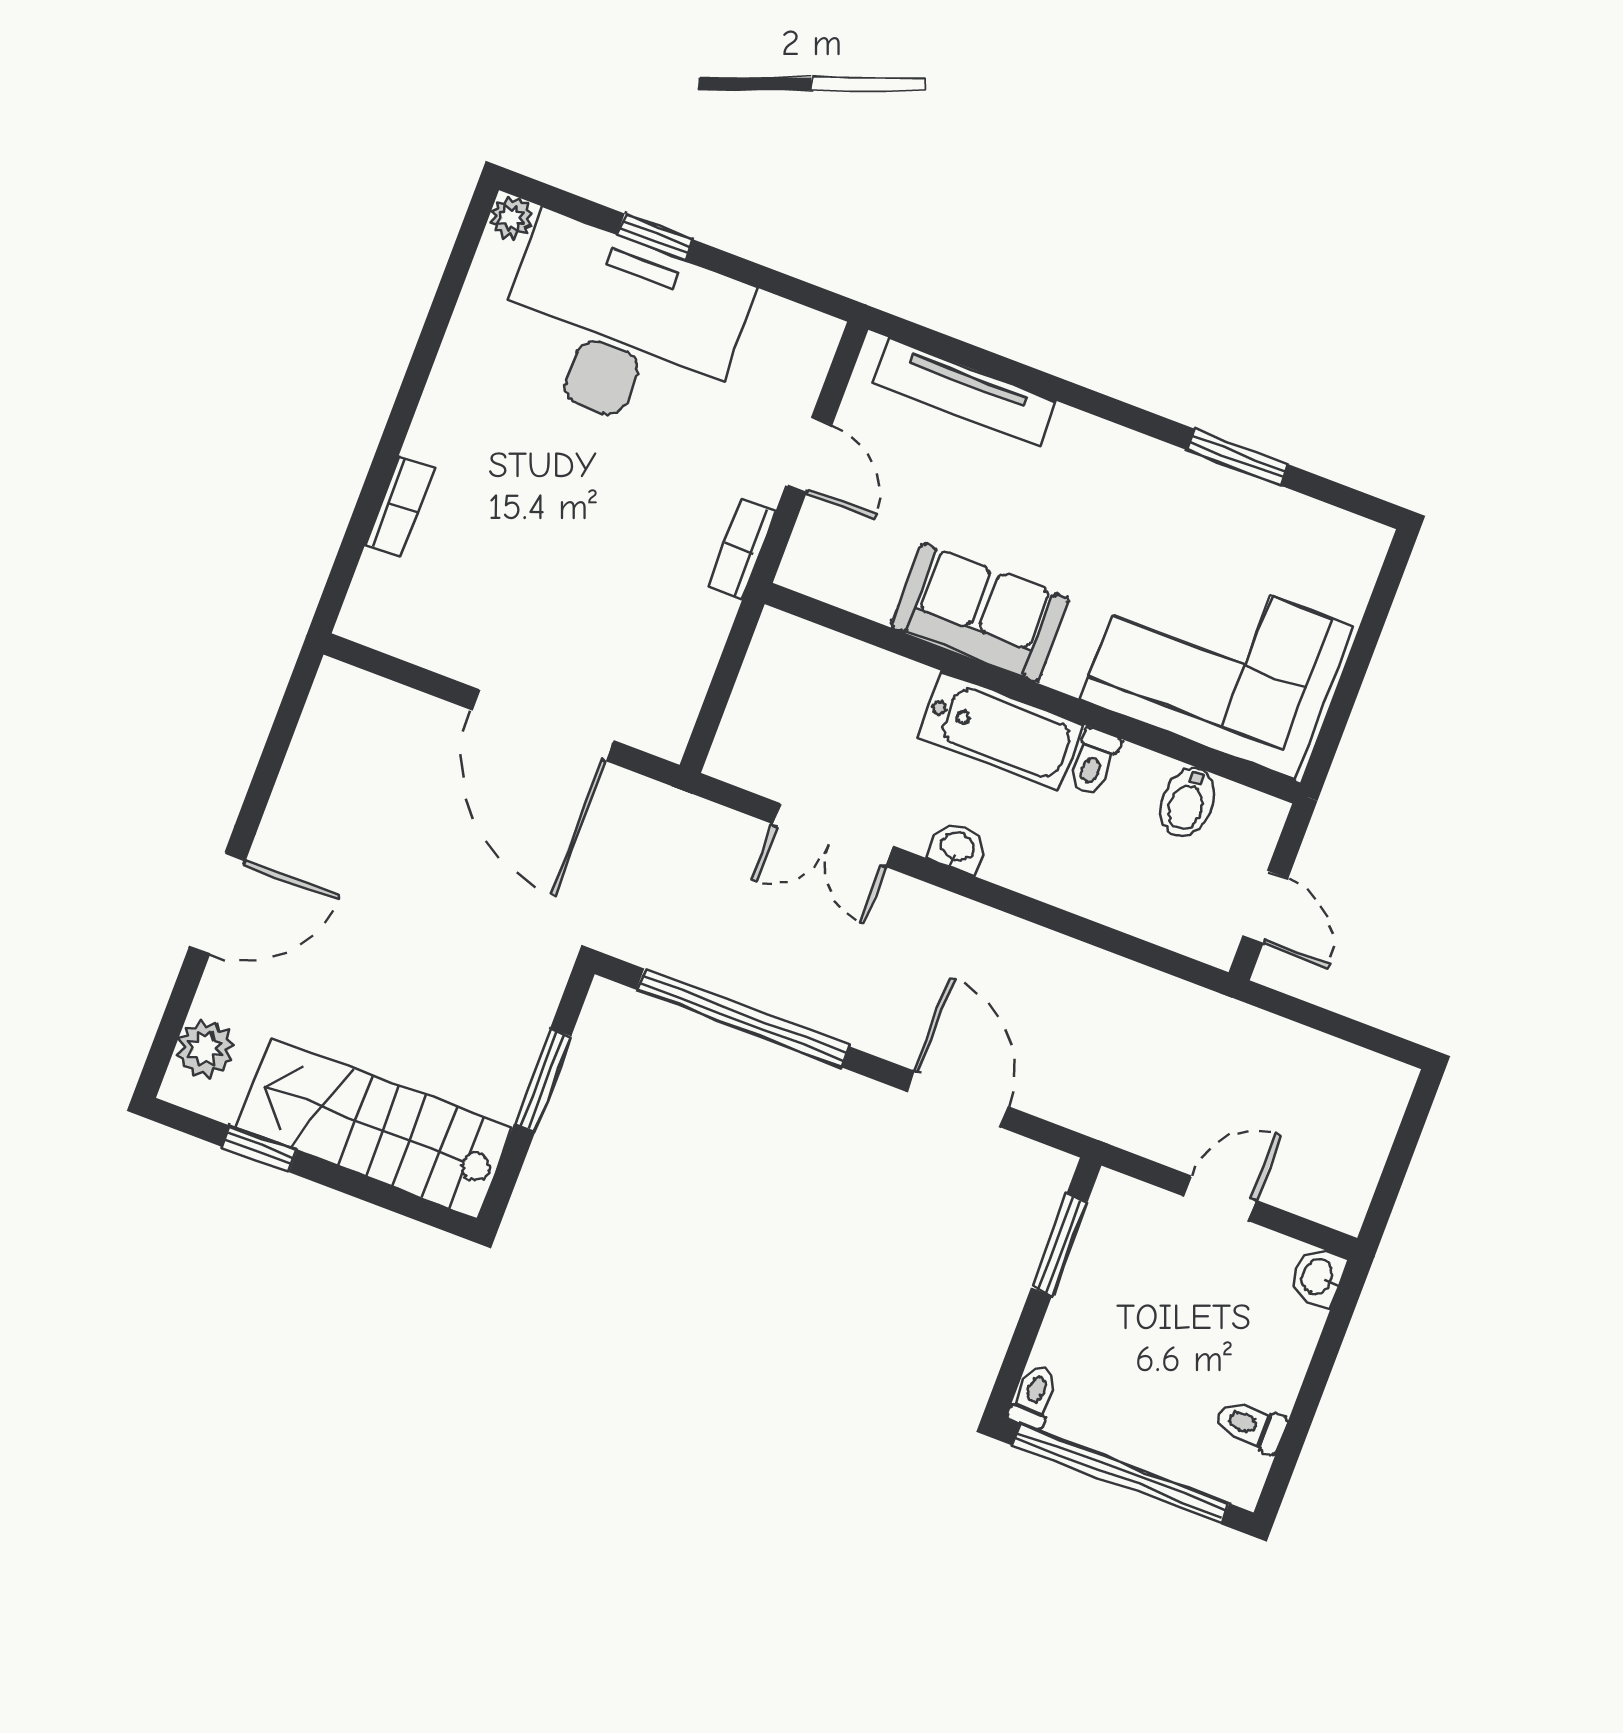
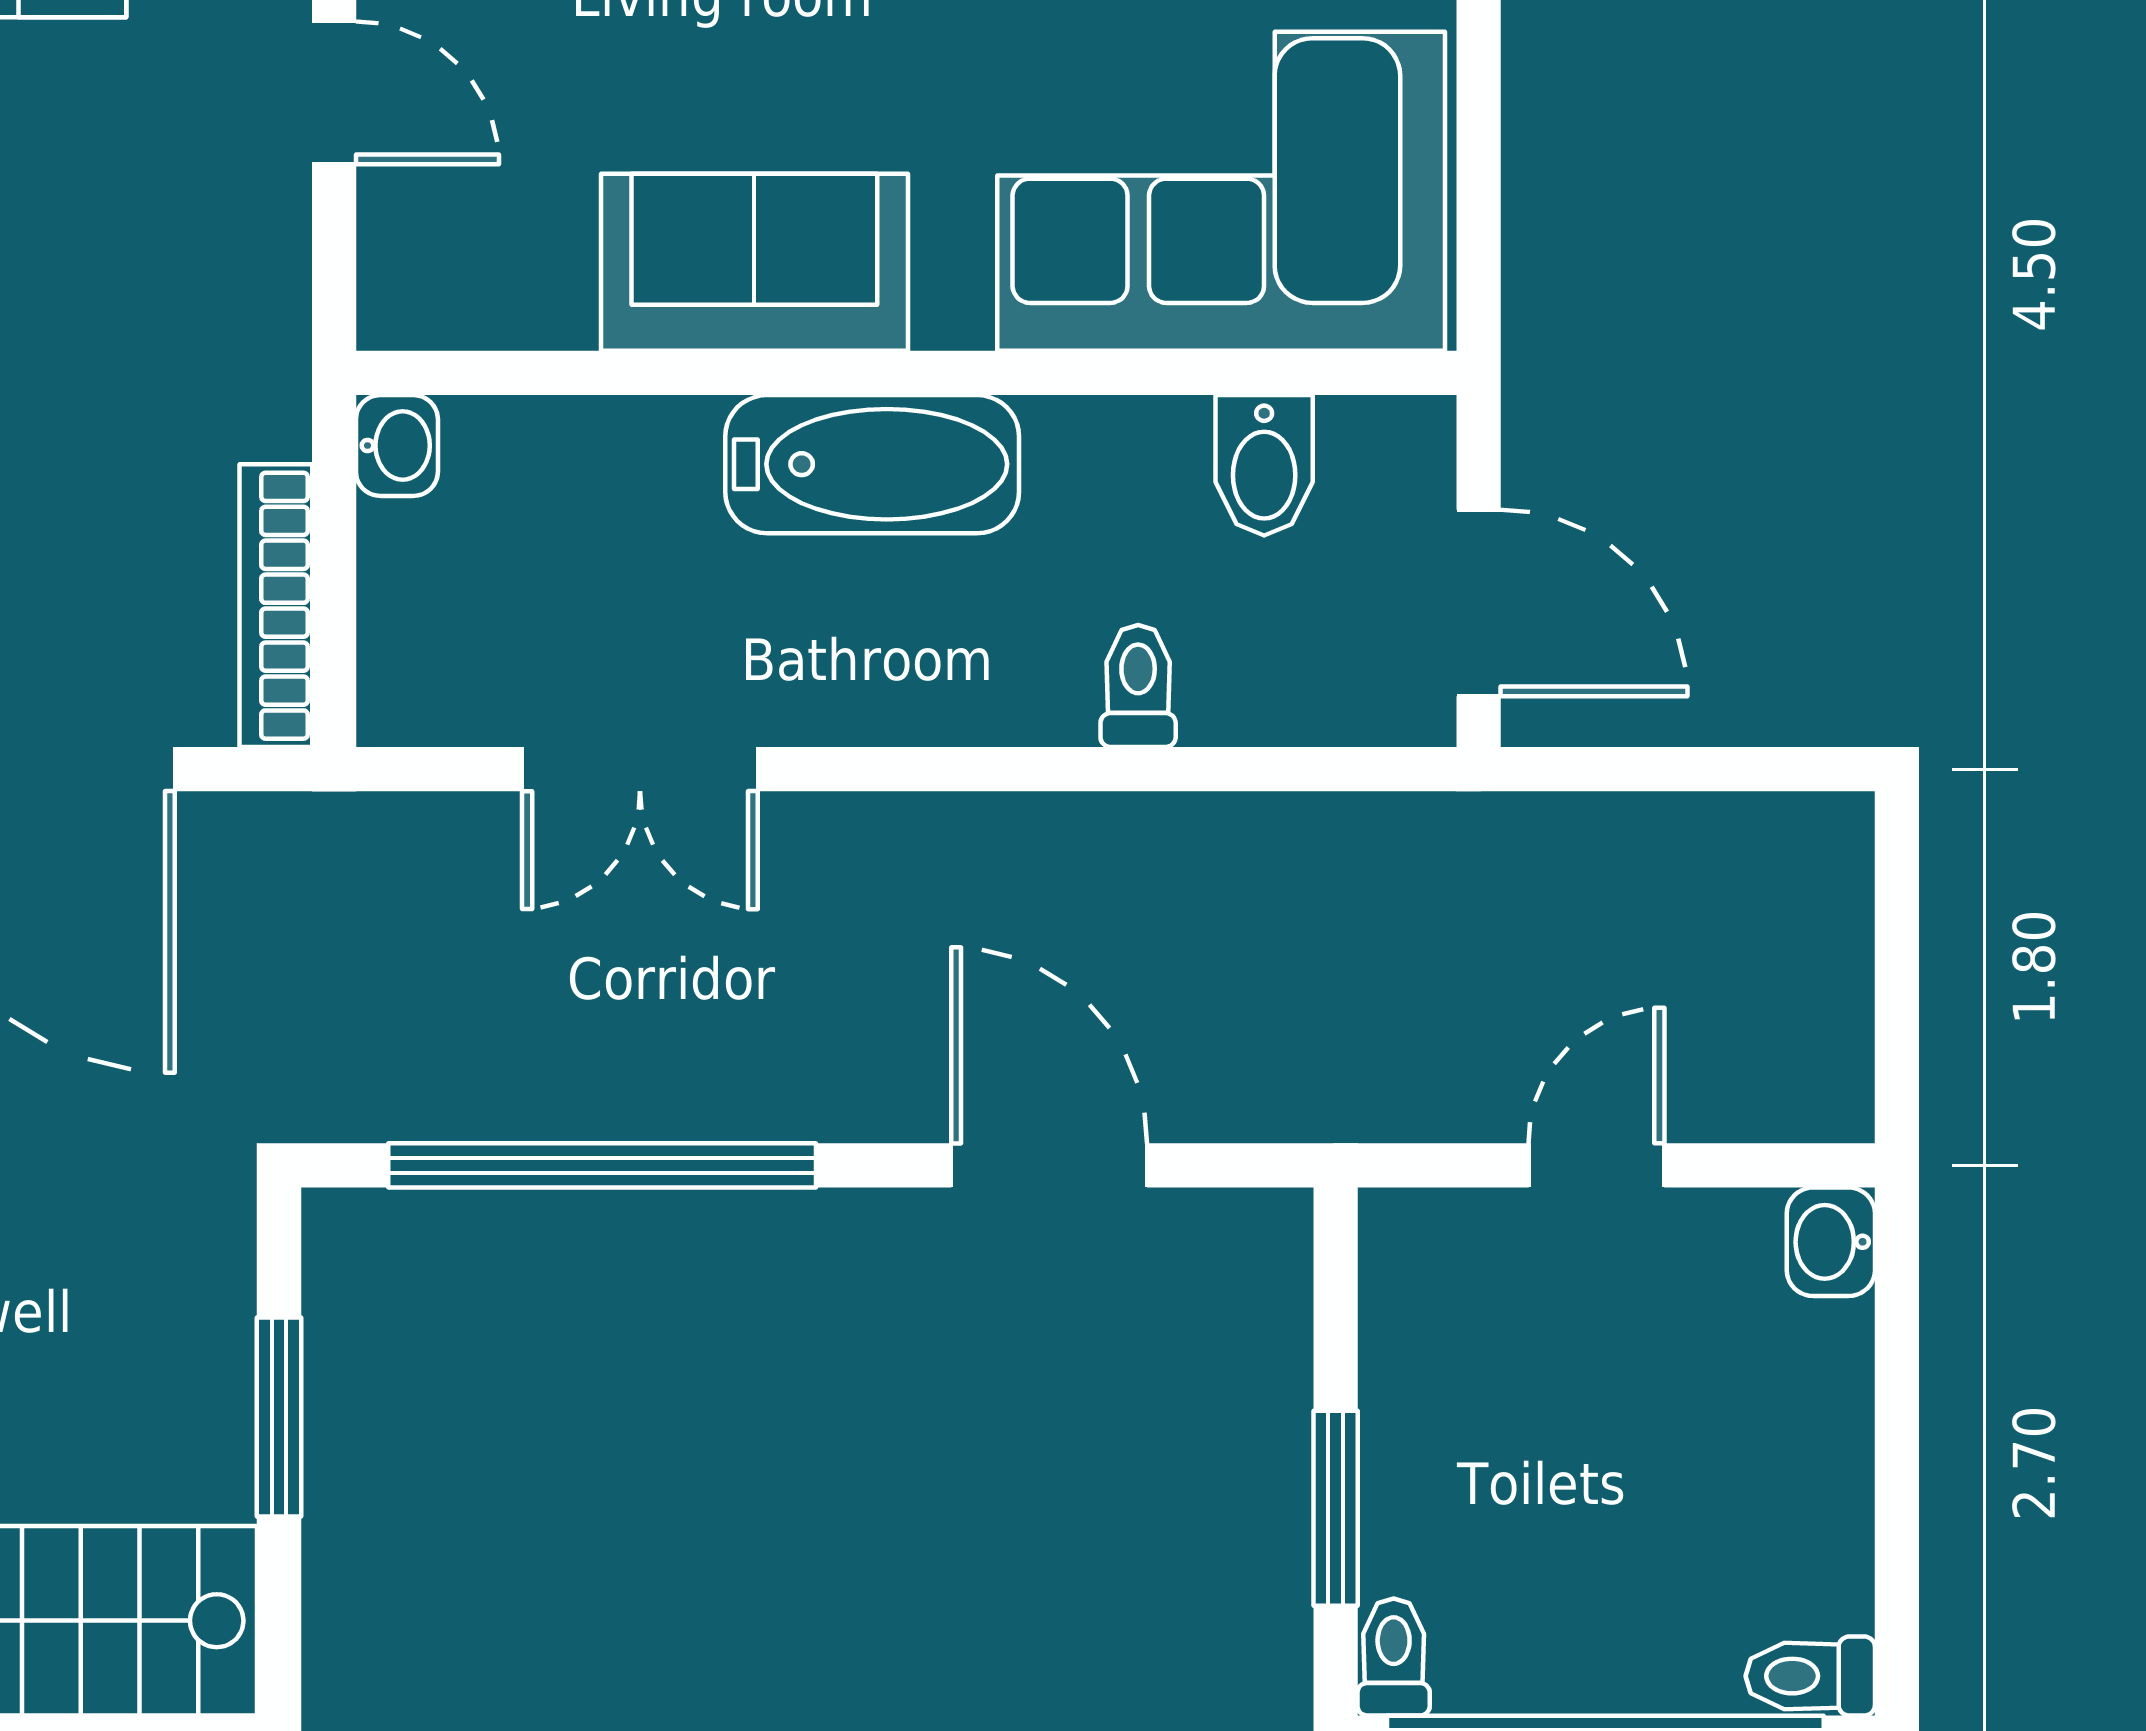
bookcase: (742, 549) -> (276, 606), moved, width x1.56
toilet: (1094, 762) -> (1138, 686), moved, turned 180
washbasin: (957, 847) -> (397, 446), moved, turned 90
door: (1265, 907) -> (1479, 603), width x1.37
window: (1059, 1245) -> (1336, 1508), moved
toilet: (1251, 1425) -> (1810, 1676), moved

